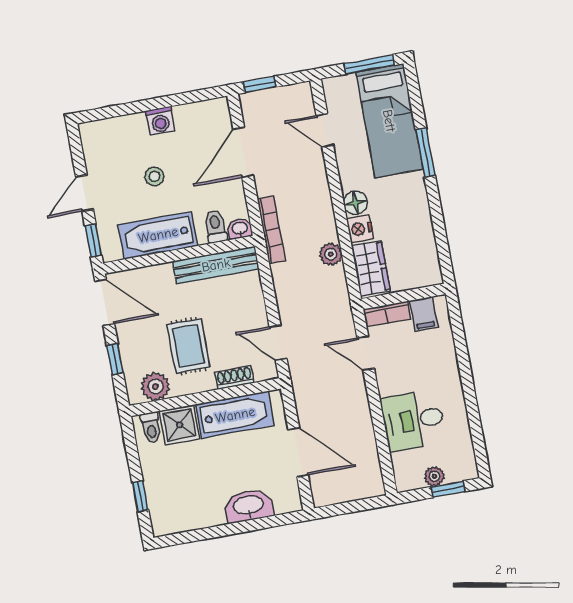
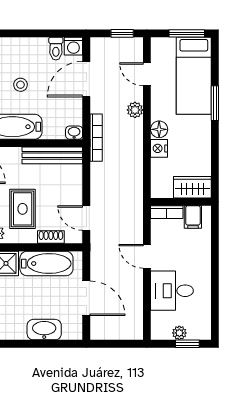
window: (259, 85) -> (122, 33), moved
washing machine: (160, 121) -> (73, 46), moved
toilet: (216, 226) -> (56, 49), moved, turned 180
plant: (331, 254) -> (135, 110), moved
wardrobe: (371, 268) -> (192, 187), moved, turned -90
door: (366, 353) -> (147, 256), moved

